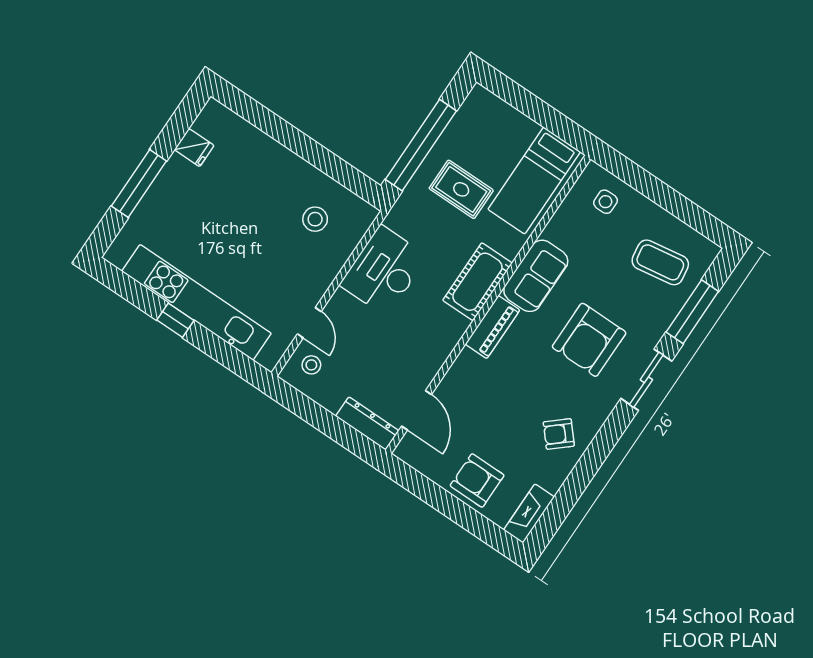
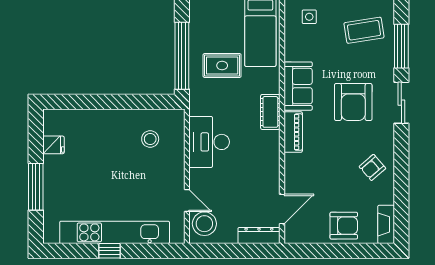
cot: (477, 282) -> (270, 112), width x0.73, depth x0.75
stool: (311, 365) -> (204, 224), width x1.89, depth x1.89
door: (416, 410) -> (282, 209), hinge flipped
armchair: (477, 480) -> (344, 226), turned 180

